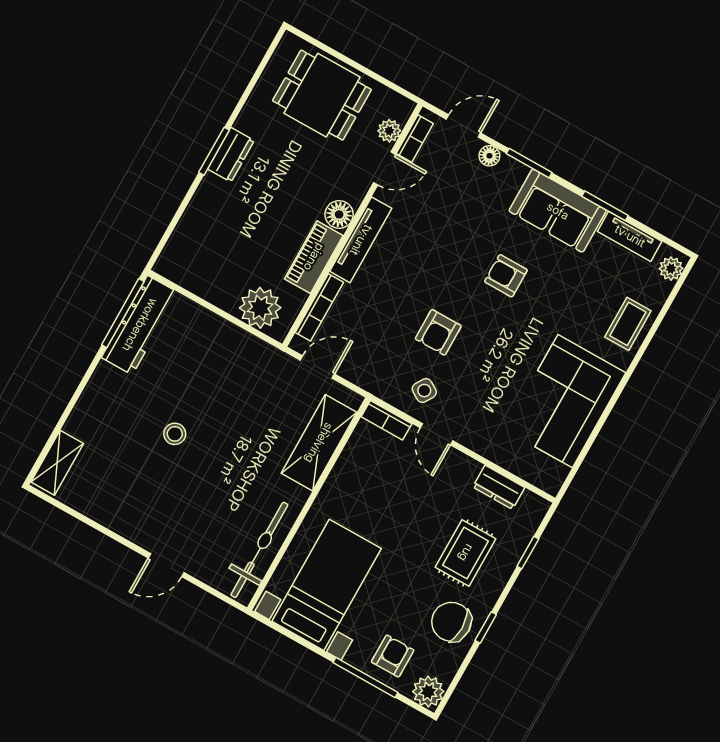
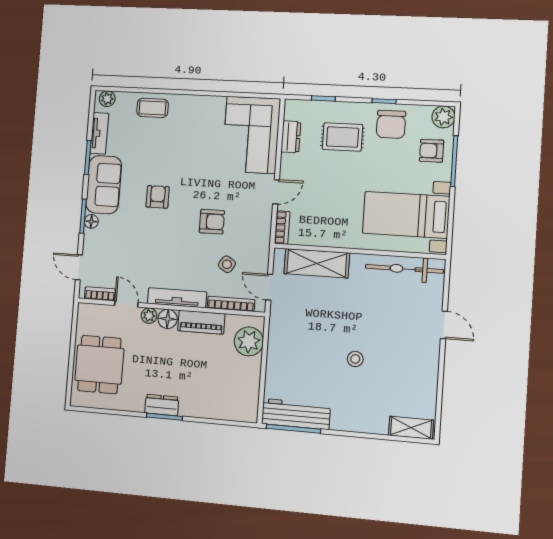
plant: (389, 131) -> (149, 316), moved
floor lamp: (489, 156) -> (91, 221), moved
armchair: (506, 276) -> (158, 197), turned 180
side table: (424, 391) -> (227, 264), moved
corner sofa: (565, 401) -> (251, 135), moved, turned 90

